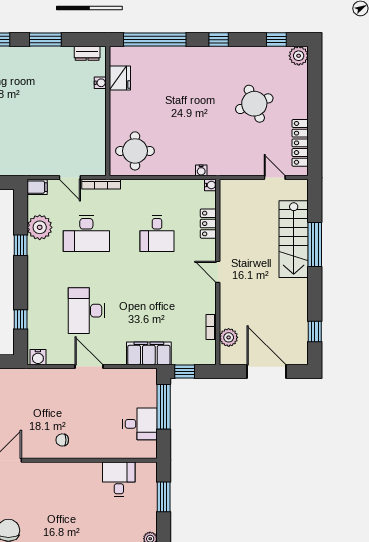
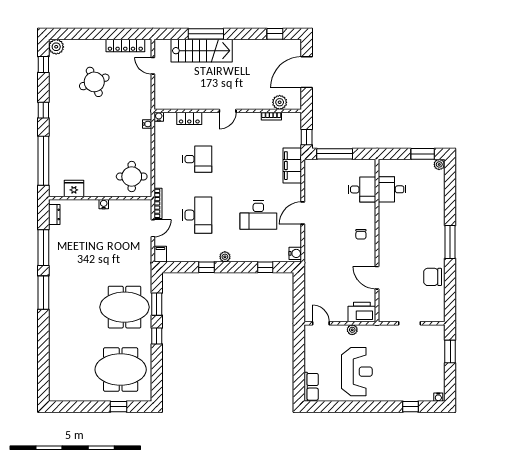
window: (45, 40) -> (43, 248), width x1.44
water cooler: (100, 83) -> (104, 204), moved
door: (275, 178) -> (153, 66), hinge flipped
plant: (40, 227) -> (225, 257), moved, width x0.53, depth x0.53
desk: (140, 424) -> (362, 189), moved, turned 90
window: (164, 497) -> (423, 154), moved

